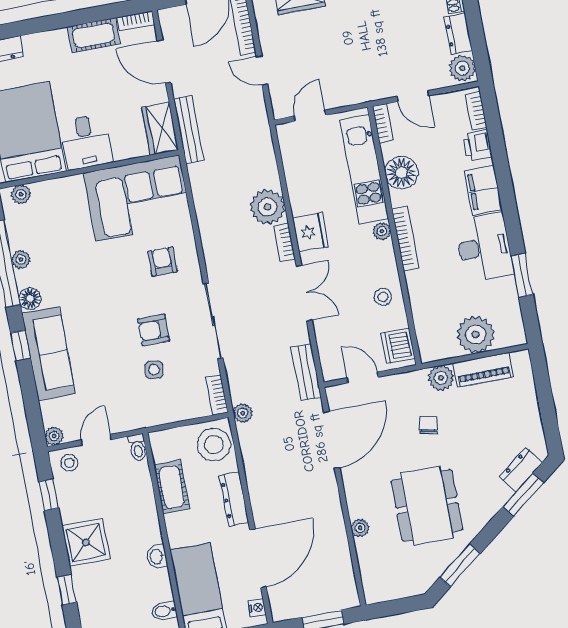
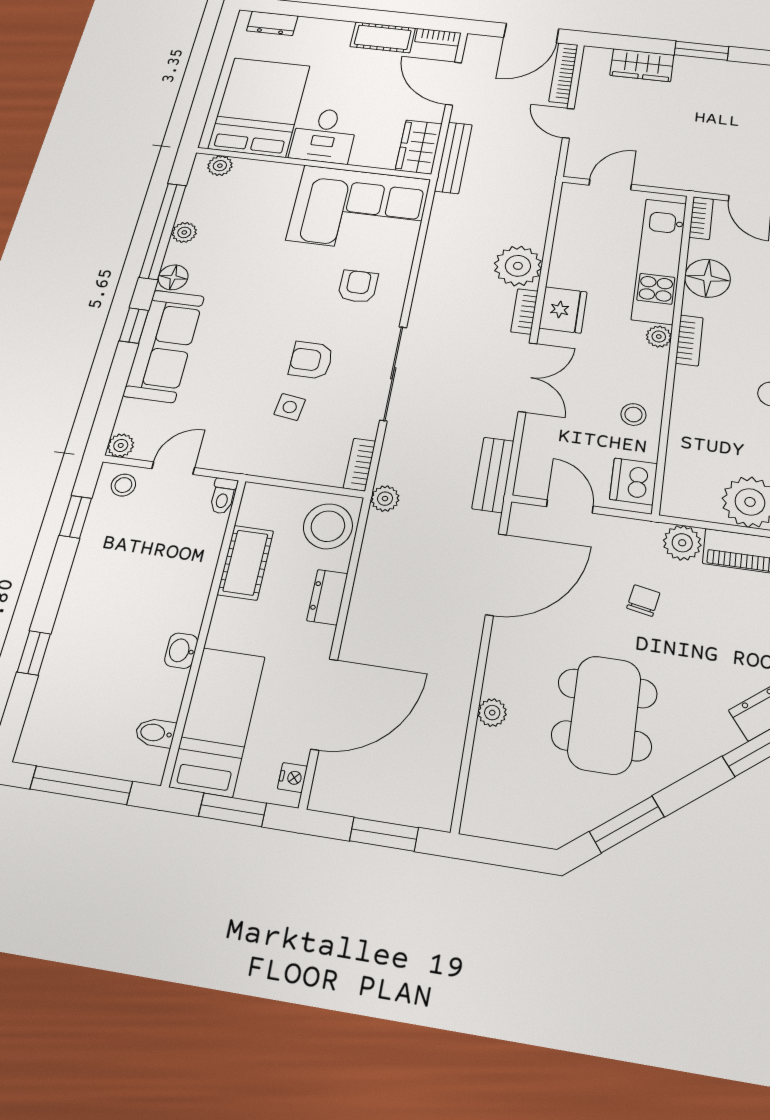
bookcase: (405, 238) -> (689, 340), width x0.64
dresser: (234, 499) -> (327, 597), width x0.70
shower: (86, 542) -> (93, 597), removed

